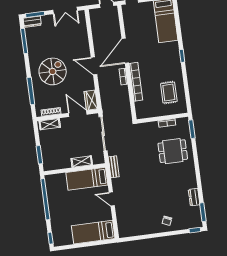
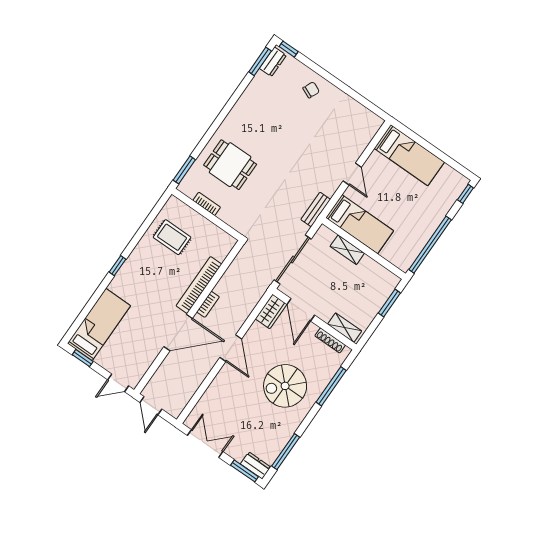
rug: (169, 93) -> (172, 237), turned 90
dresser: (194, 197) -> (273, 62), moved

